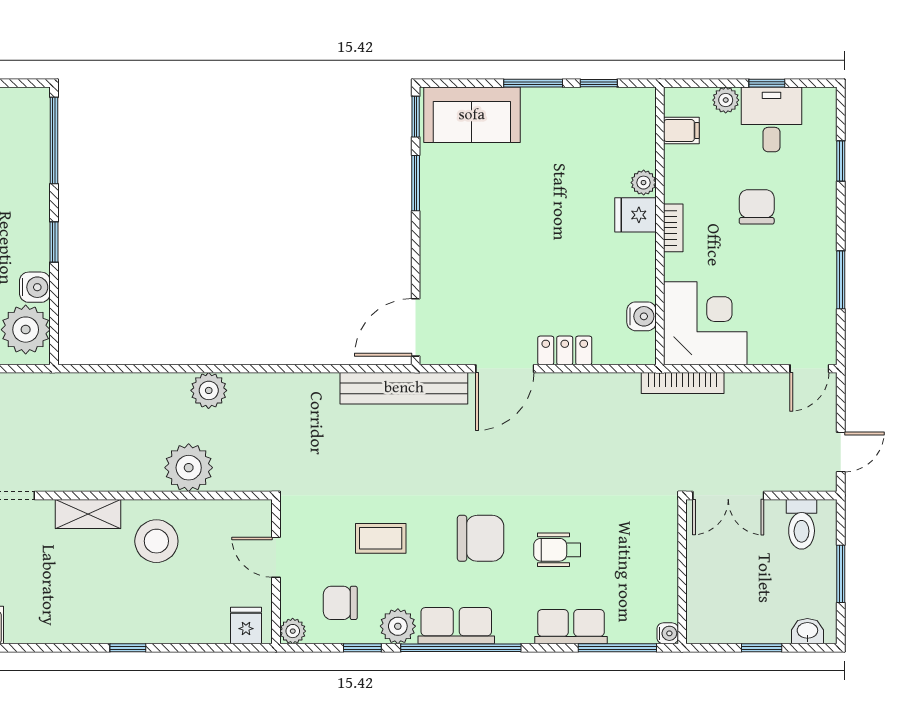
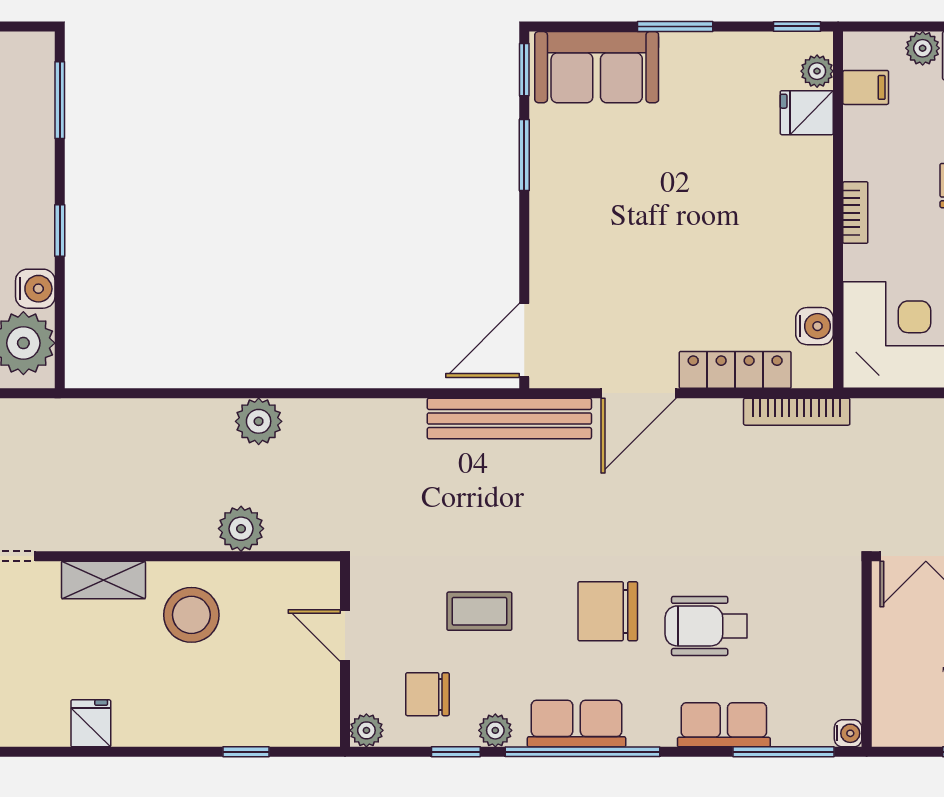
window: (599, 83) -> (797, 26), moved
window: (54, 140) -> (60, 100), width x0.69
plant: (644, 183) -> (817, 71), moved
fridge: (636, 215) -> (807, 113), moved
locker: (565, 350) -> (735, 370), width x1.53
bookcase: (683, 383) -> (797, 412), moved
plant: (189, 468) -> (241, 529), width x0.73, depth x0.73
chair: (481, 538) -> (608, 611), turned 180
wheelchair: (557, 550) -> (706, 626), width x1.36, depth x1.37
fridge: (246, 626) -> (91, 723), moved
plant: (398, 626) -> (495, 730), width x0.73, depth x0.73
window: (128, 648) -> (246, 752), moved

